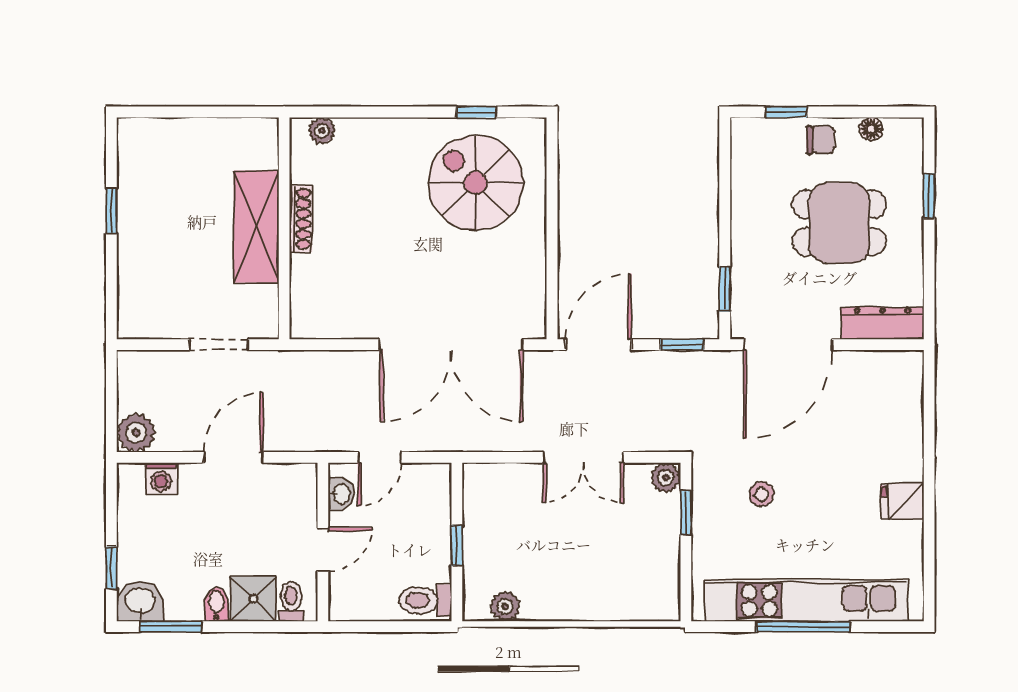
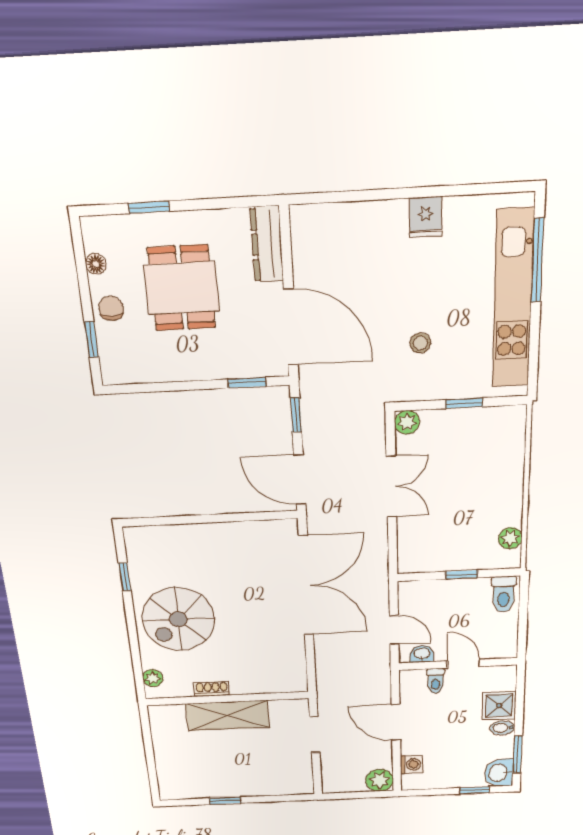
spiral stairs: (476, 183) -> (178, 619), moved
shoe rack: (301, 219) -> (212, 689), width x0.70
window: (686, 513) -> (464, 403), moved
toilet: (291, 601) -> (436, 681), moved, turned -90
window: (803, 627) -> (537, 260), moved

